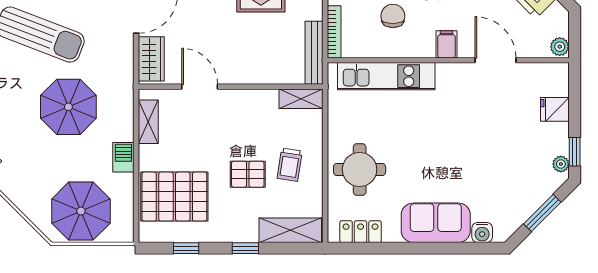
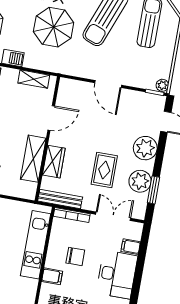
filing cabinet: (447, 44) -> (52, 276), moved
wardrobe: (151, 59) -> (54, 162), moved, turned -90
shelving: (301, 99) -> (33, 159), moved, width x1.50, depth x1.33

